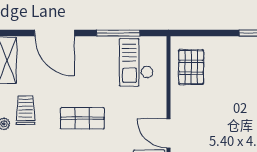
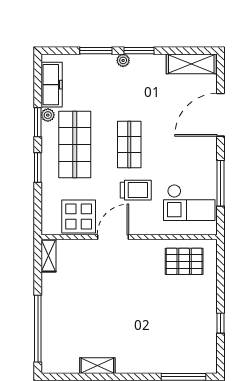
checkout: (136, 62) -> (189, 202), turned 180
trolley: (26, 110) -> (136, 190), moved

